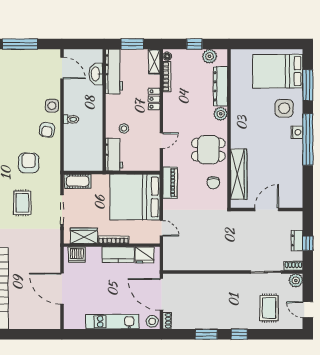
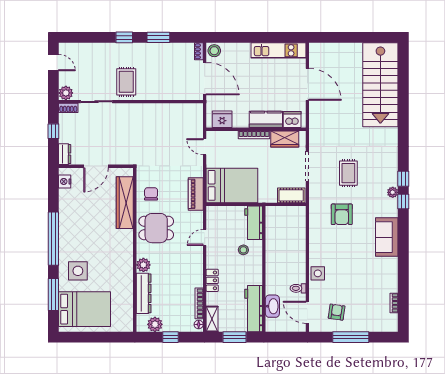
toilet: (71, 119) -> (298, 288), moved
armchair: (47, 130) -> (337, 312), moved
nightstand: (297, 132) -> (65, 181), moved
bed: (135, 197) -> (232, 185), width x0.73
dresser: (297, 240) -> (65, 154), moved
kitchen counter: (118, 255) -> (266, 119), moved
rug: (269, 308) -> (126, 82), moved
kitchen unit: (112, 322) -> (278, 50), moved

